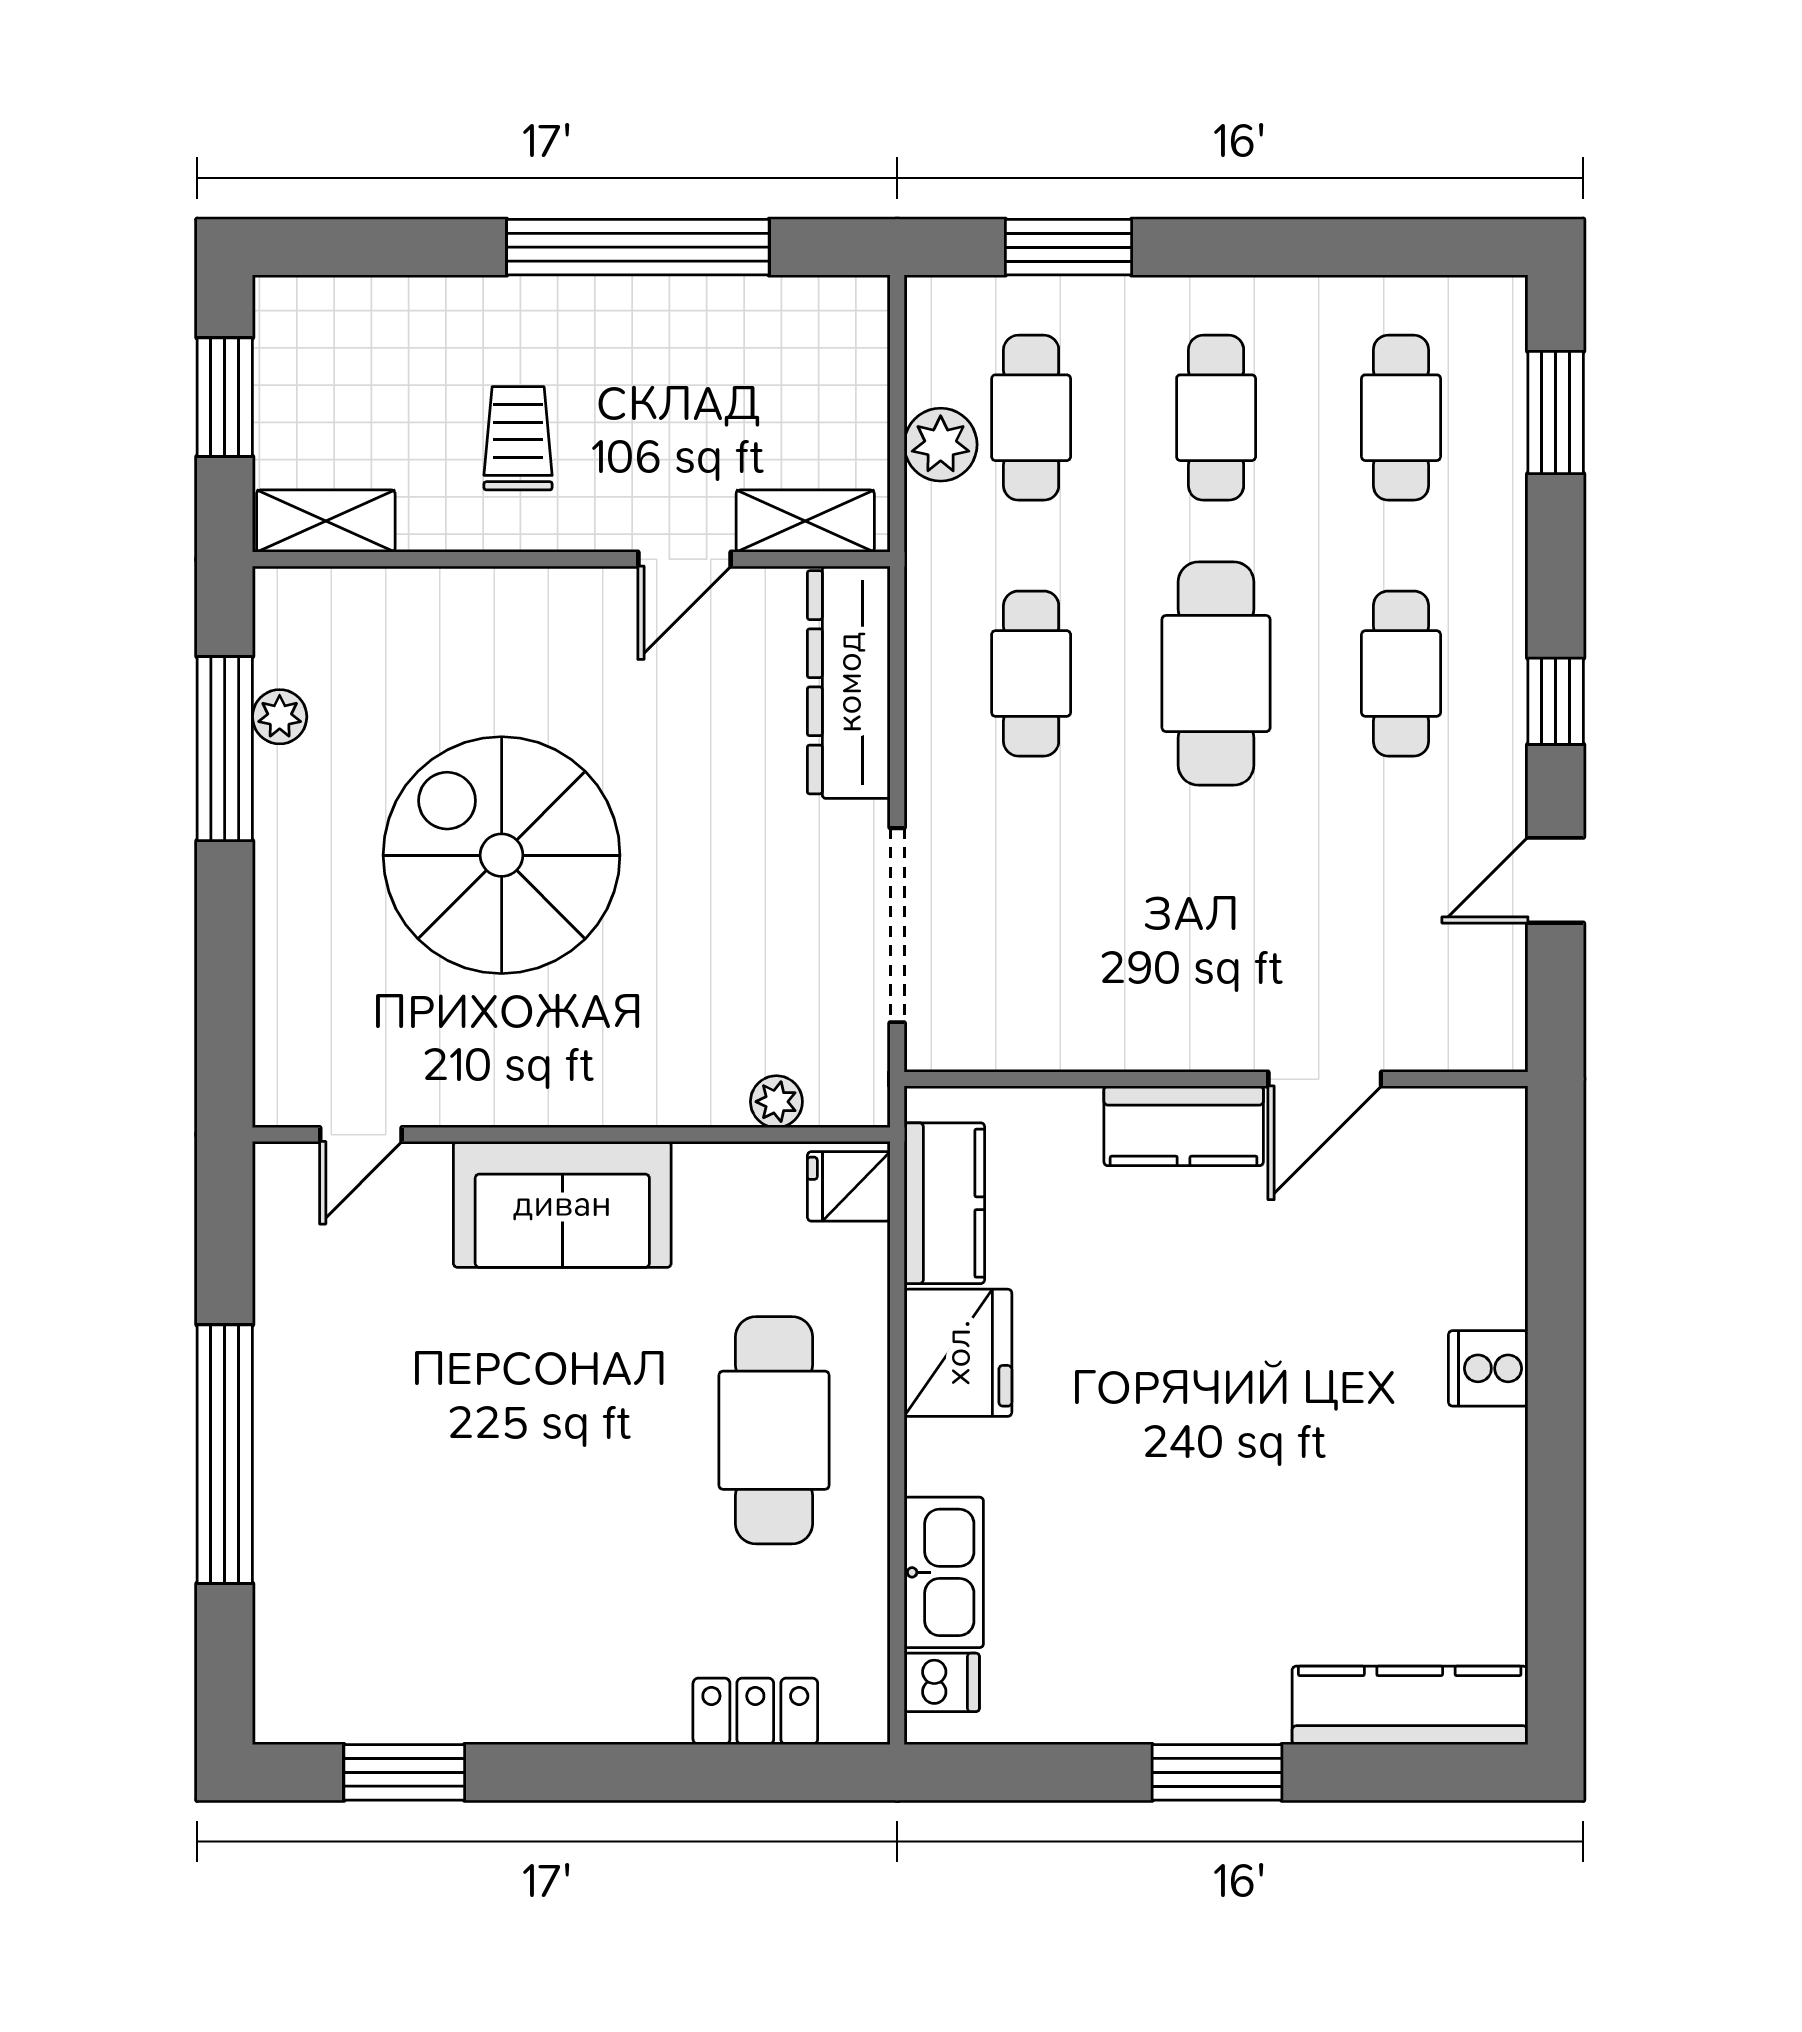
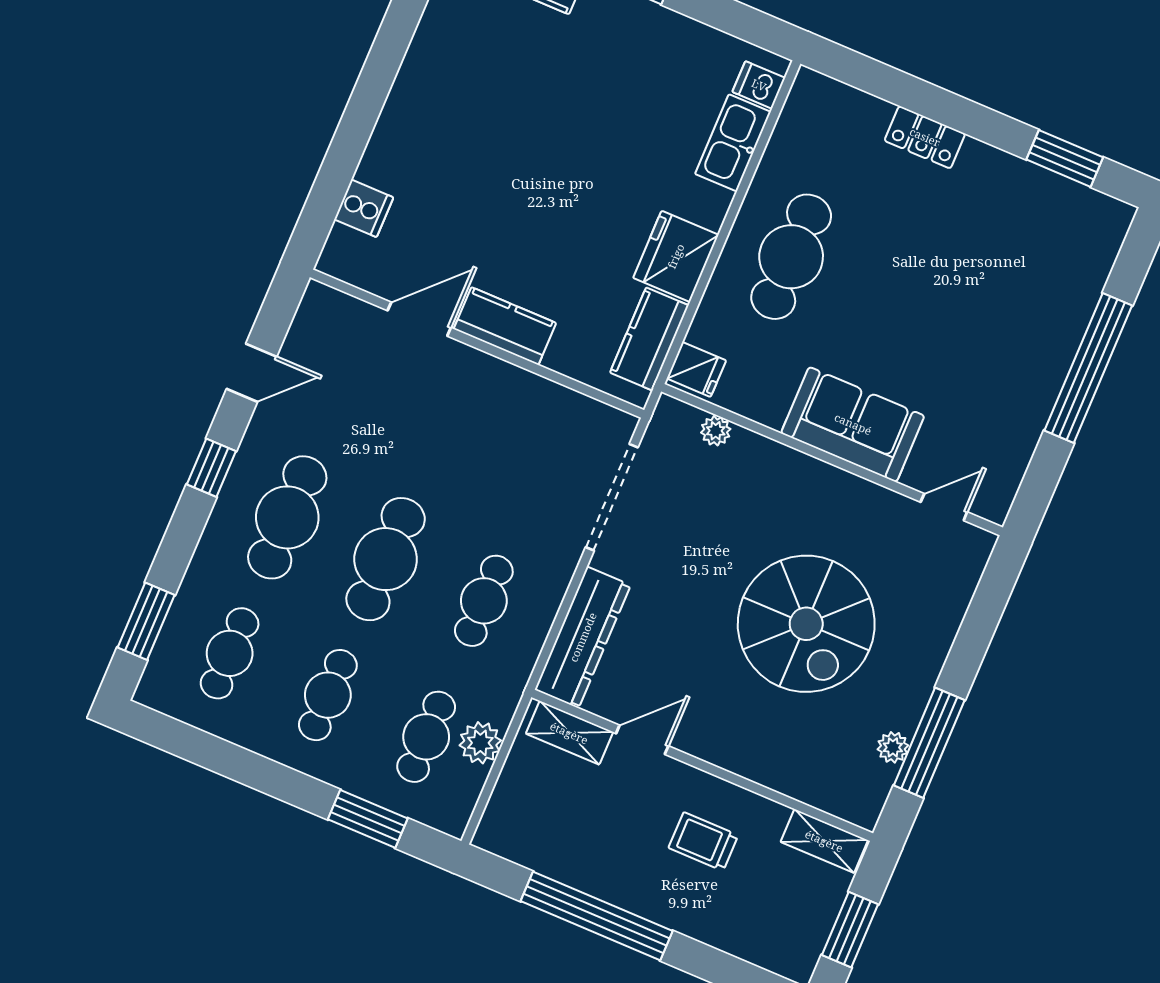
trolley: (518, 438) -> (703, 842), turned 90
cafe table: (1401, 674) -> (287, 517), width x1.37, depth x1.35
cooker: (1488, 1368) -> (364, 208), moved
locker: (755, 1711) -> (925, 137), moved

